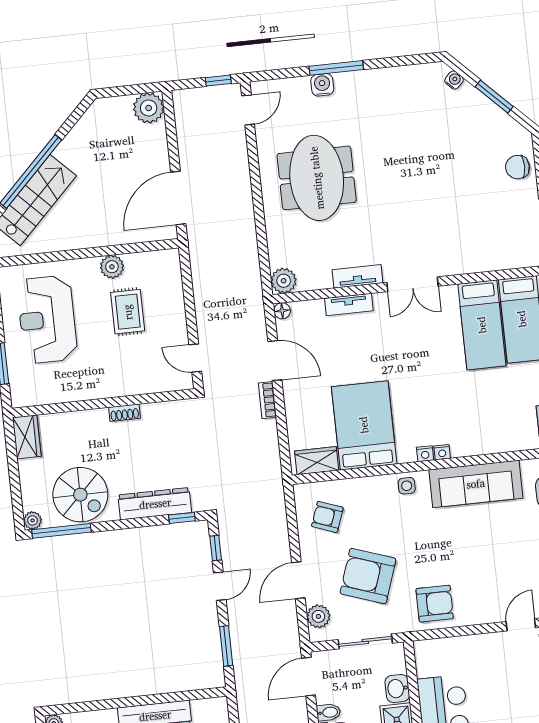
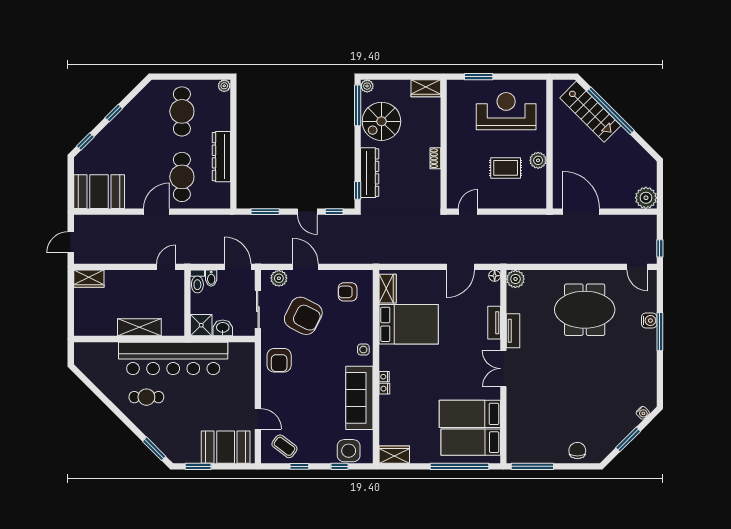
bookcase: (267, 400) -> (433, 259), removed
nightstand: (425, 454) -> (384, 389), moved
armchair: (327, 517) -> (348, 292), turned -110
armchair: (368, 576) -> (303, 316), turned 98

